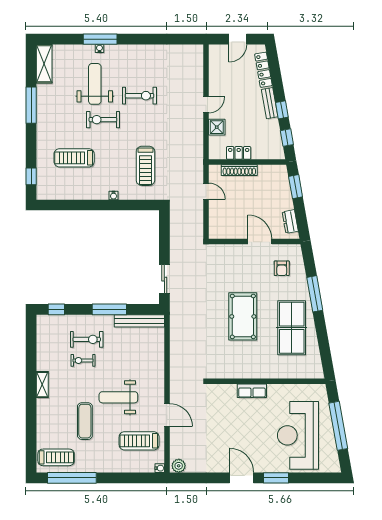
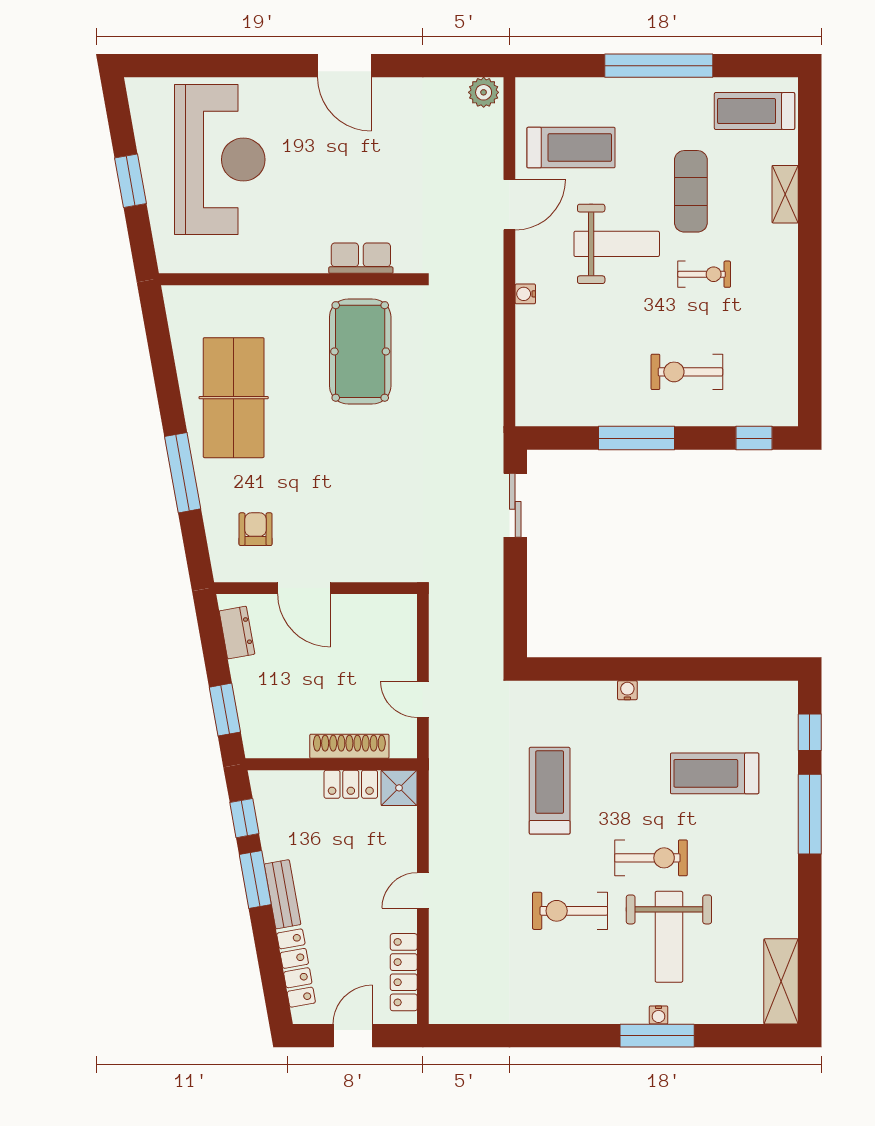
locker: (215, 68) -> (404, 972), added
window: (31, 105) -> (810, 814), moved
window: (282, 110) -> (255, 880), width x1.50
shower: (217, 127) -> (399, 788), moved
treadmill: (74, 158) -> (715, 773), turned 180
treadmill: (145, 166) -> (550, 791), moved
pool table: (243, 316) -> (360, 351), moved
bench: (139, 321) -> (570, 413), removed
exercise bike: (83, 360) -> (704, 274), moved
shelving: (42, 385) -> (785, 194), moved
row of seats: (252, 391) -> (361, 258), moved
door: (167, 415) -> (509, 205), swing flipped
window: (338, 426) -> (130, 181), width x0.47
water cooler: (160, 468) -> (525, 294), moved
window: (72, 478) -> (659, 66), moved
window: (276, 478) -> (268, 66), removed

